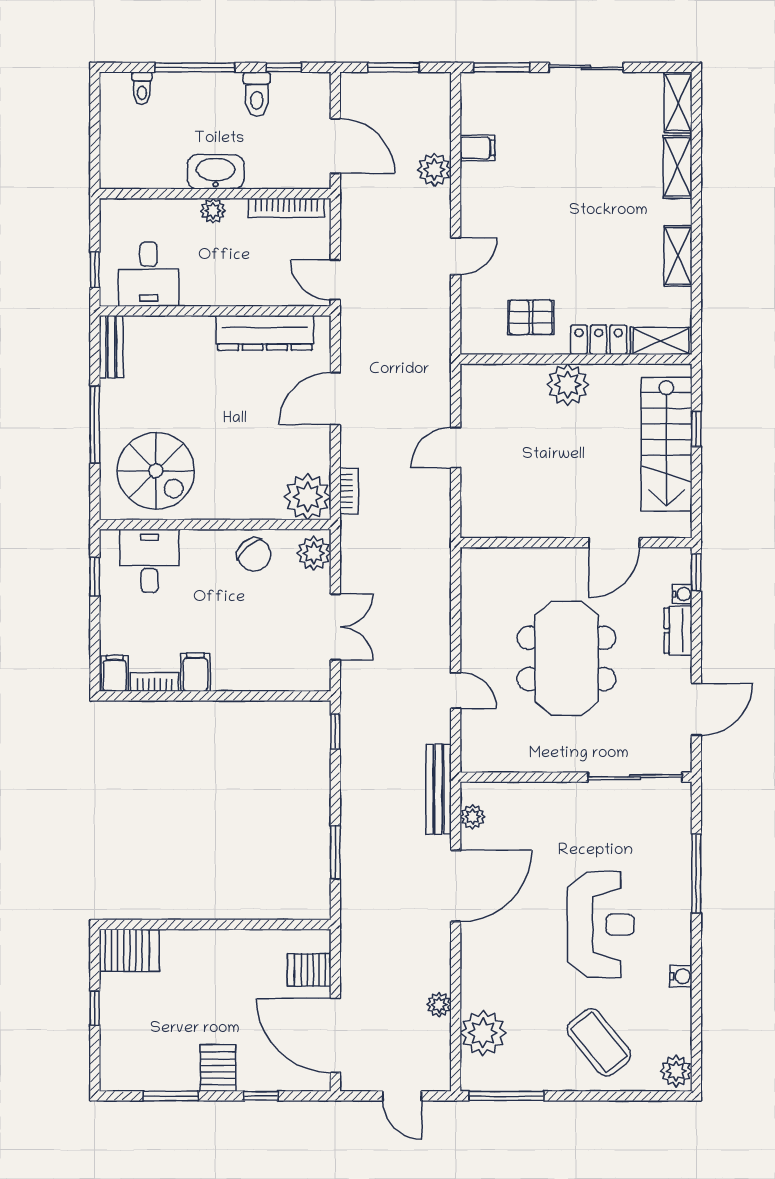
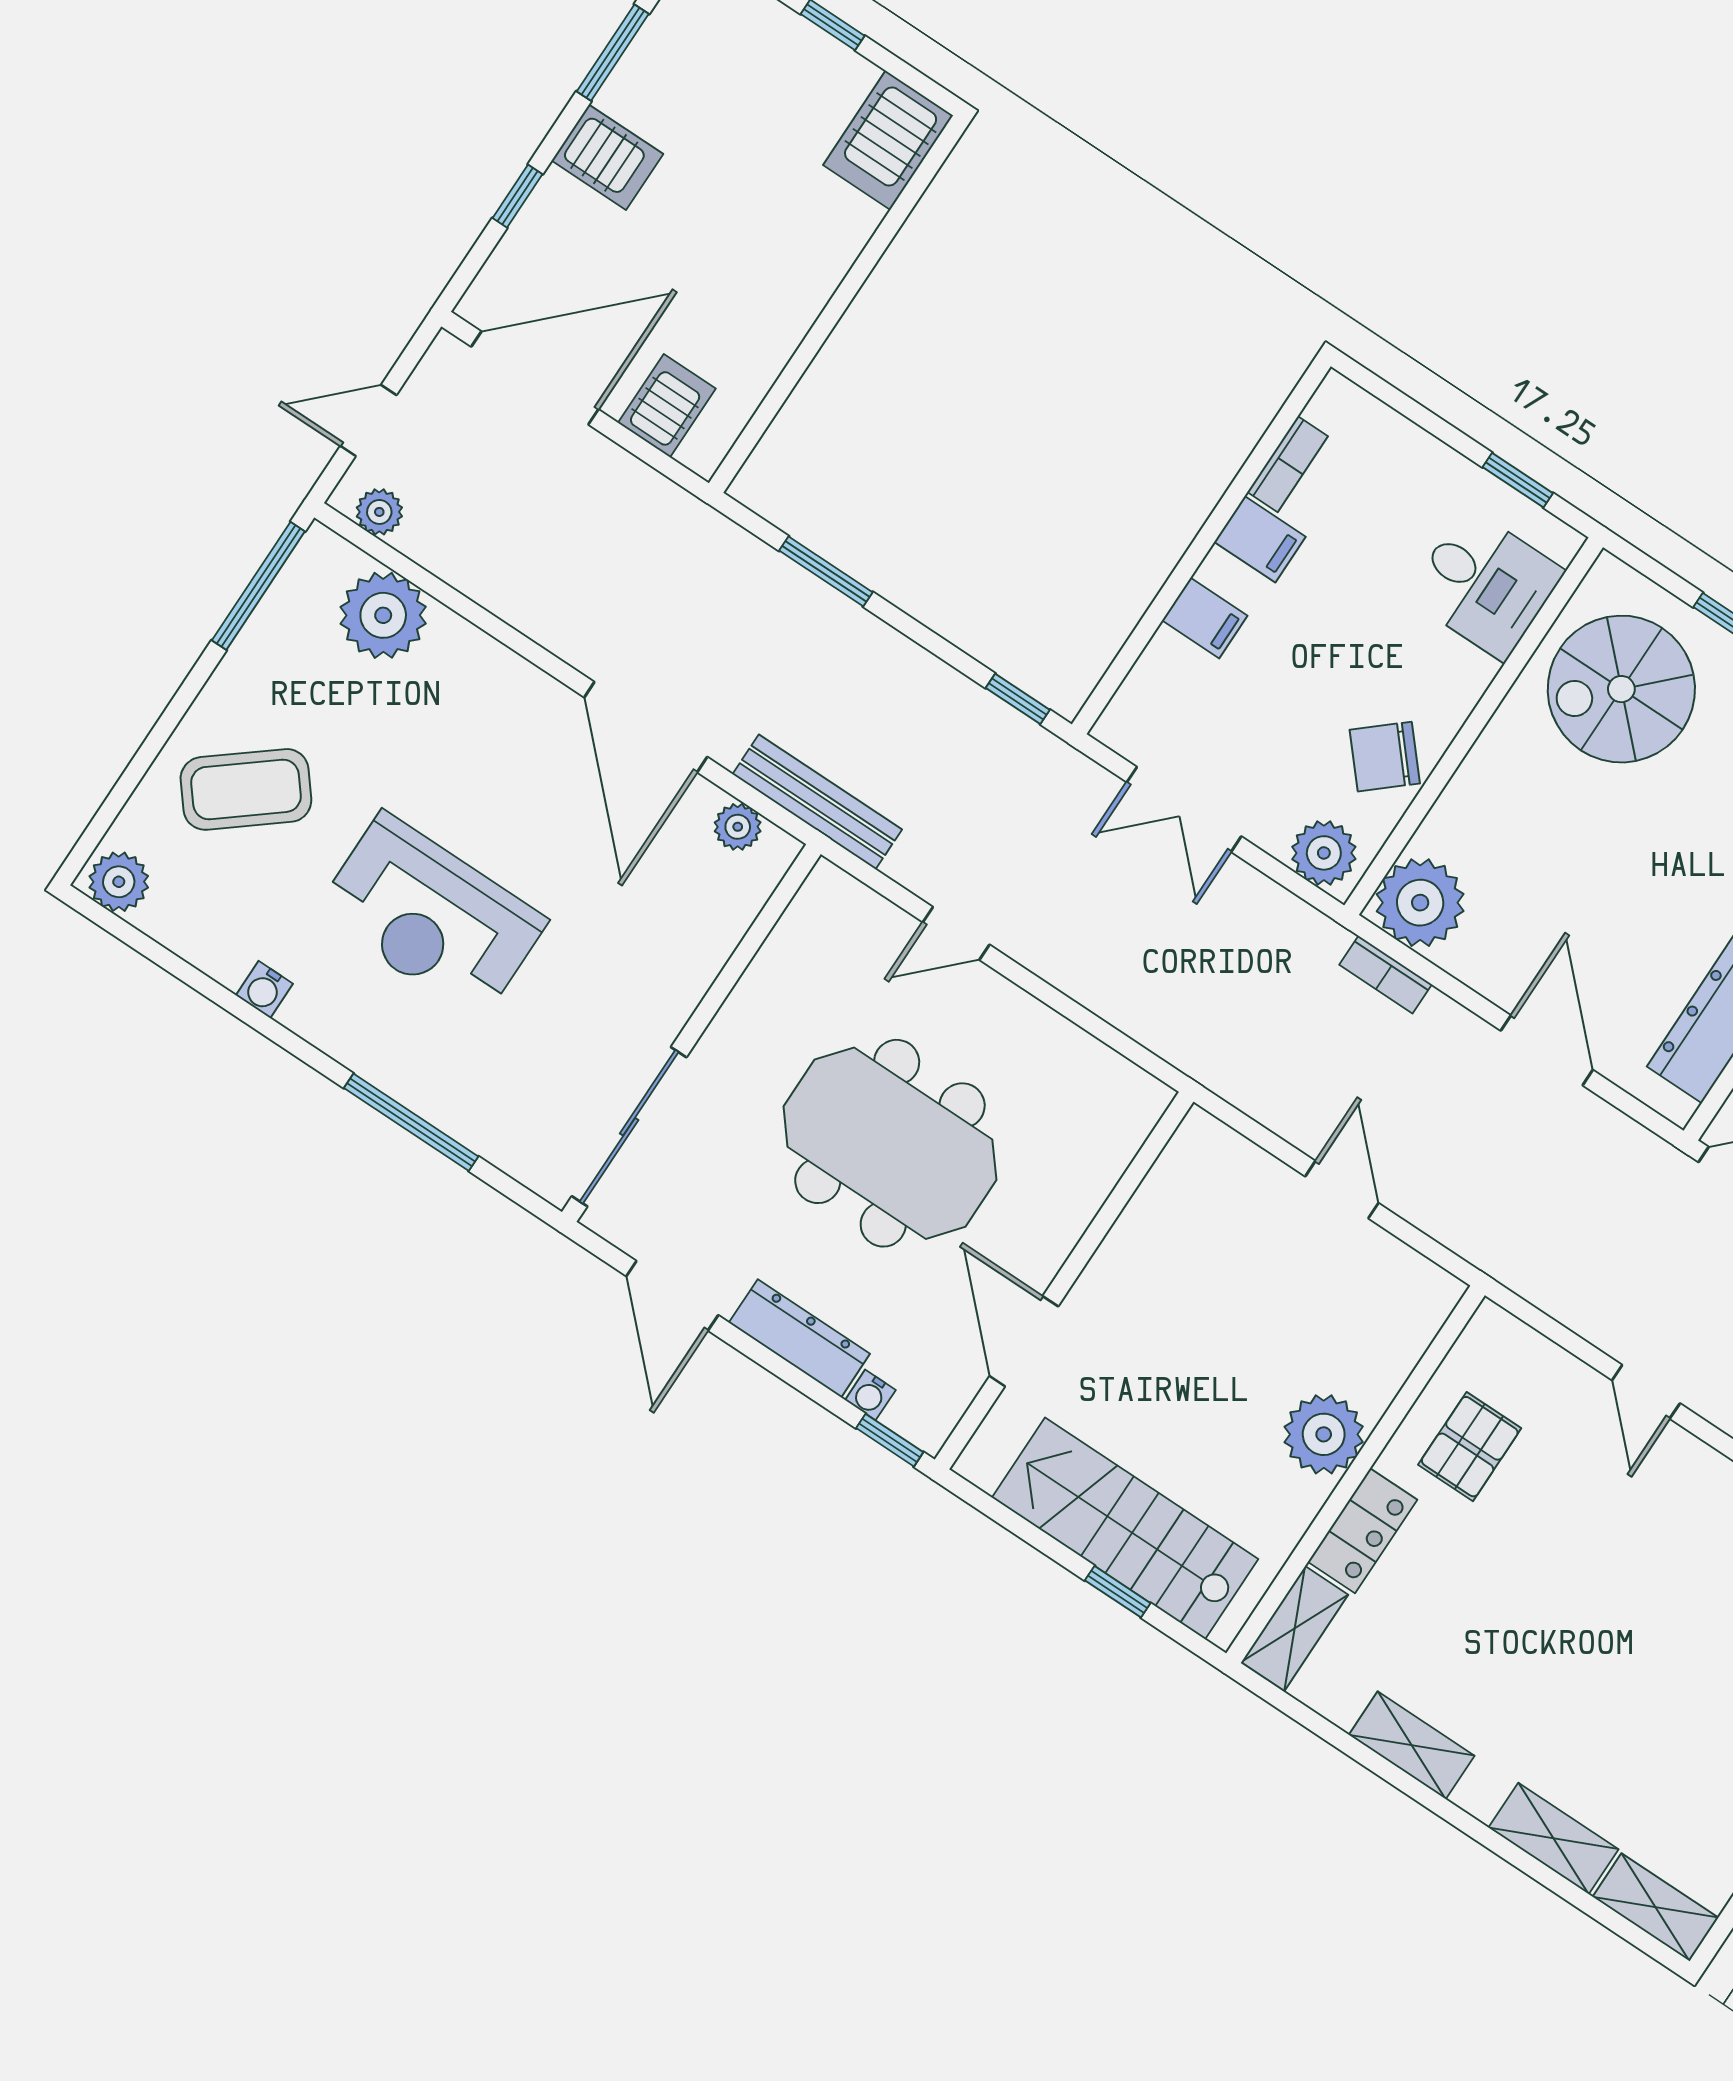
dresser: (678, 631) -> (799, 1338), width x1.44
filing cabinet: (115, 673) -> (1205, 618), moved
plant: (439, 1005) -> (379, 512), moved

